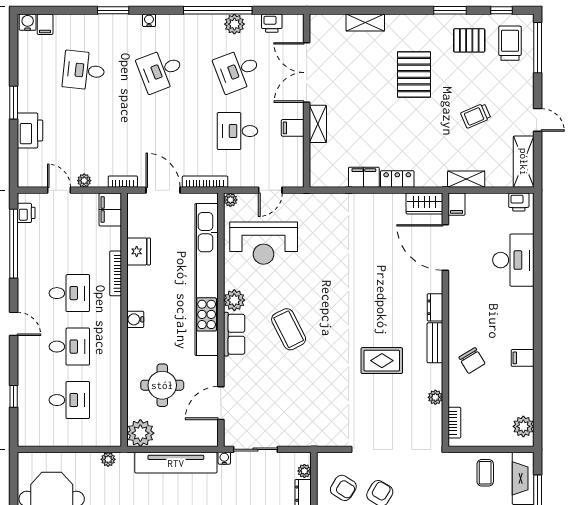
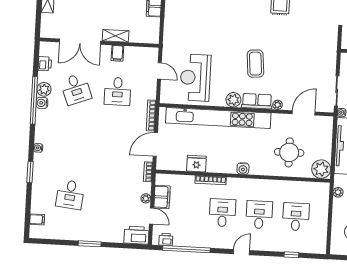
water cooler: (28, 22) -> (42, 103), moved
desk: (161, 70) -> (73, 142), removed
printer: (30, 130) -> (136, 235), moved
door: (59, 190) -> (151, 216), swing flipped
plant: (230, 200) -> (278, 105), moved
filing cabinet: (110, 210) -> (162, 197), moved, turned -90
reception desk: (264, 243) -> (195, 78), turned 180
coffee table: (289, 329) -> (255, 64), turned -68
door: (221, 403) -> (304, 113), swing flipped

